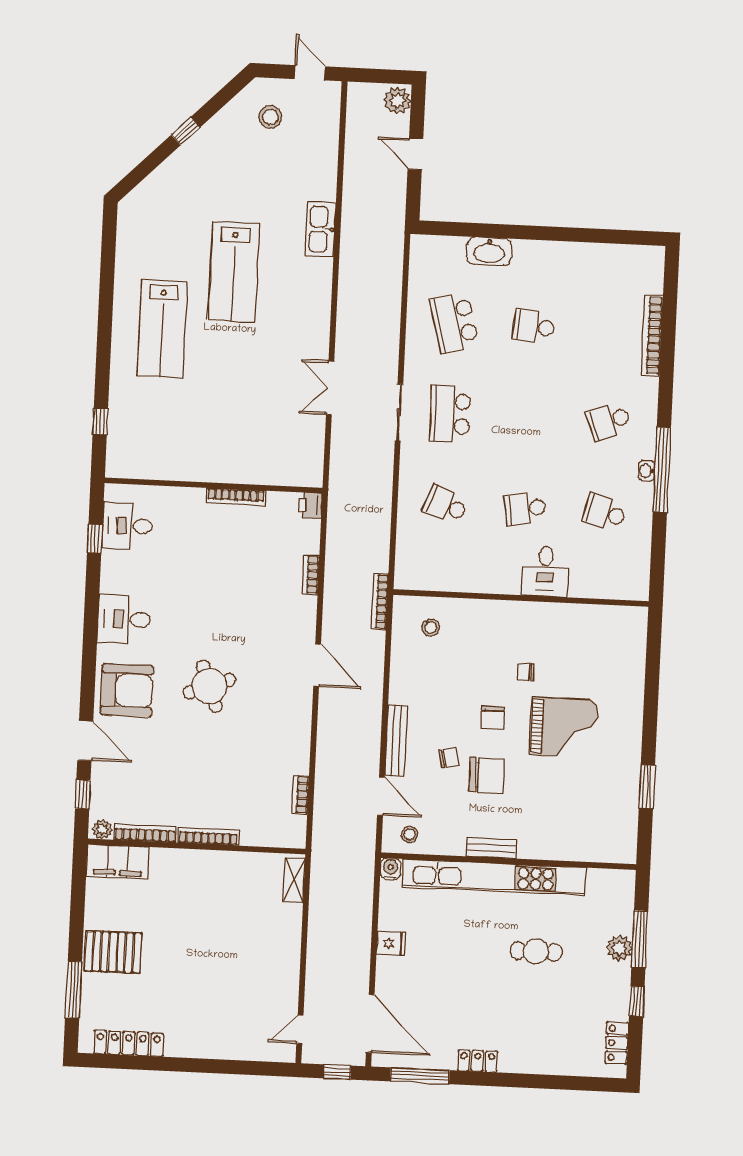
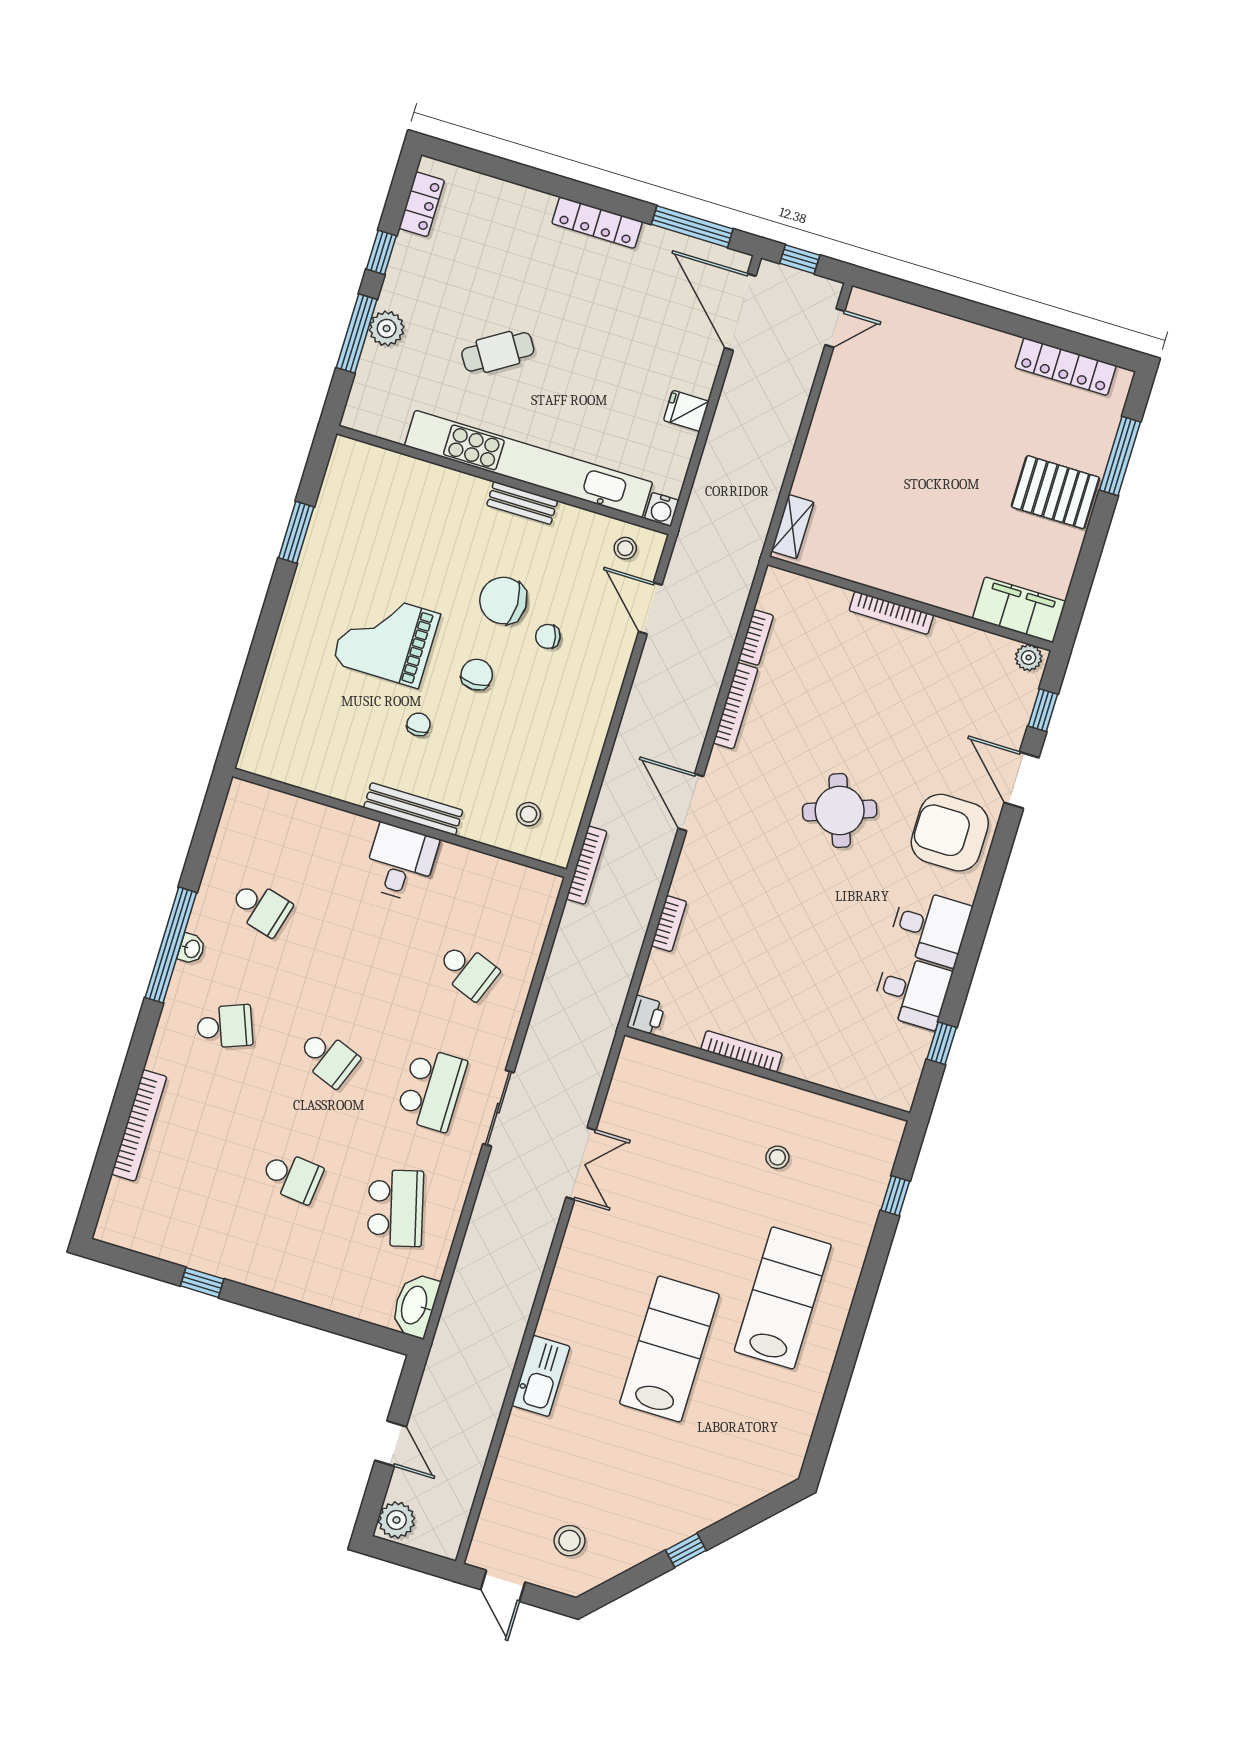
window: (579, 235) -> (202, 1282), added
washbasin: (489, 251) -> (415, 1305), moved, turned -90
stool: (191, 428) -> (777, 1157), added
school desk: (525, 509) -> (328, 1058), moved, turned 30
desk: (127, 526) -> (912, 992), moved
desk: (545, 571) -> (401, 863), moved
chair: (525, 672) -> (418, 724), turned -90
bench: (396, 741) -> (413, 809), moved, turned 90
bookcase: (145, 833) -> (735, 706), moved, turned -90
cafe table: (536, 951) -> (498, 352), turned -32
locker: (477, 1061) -> (597, 223), width x1.53

